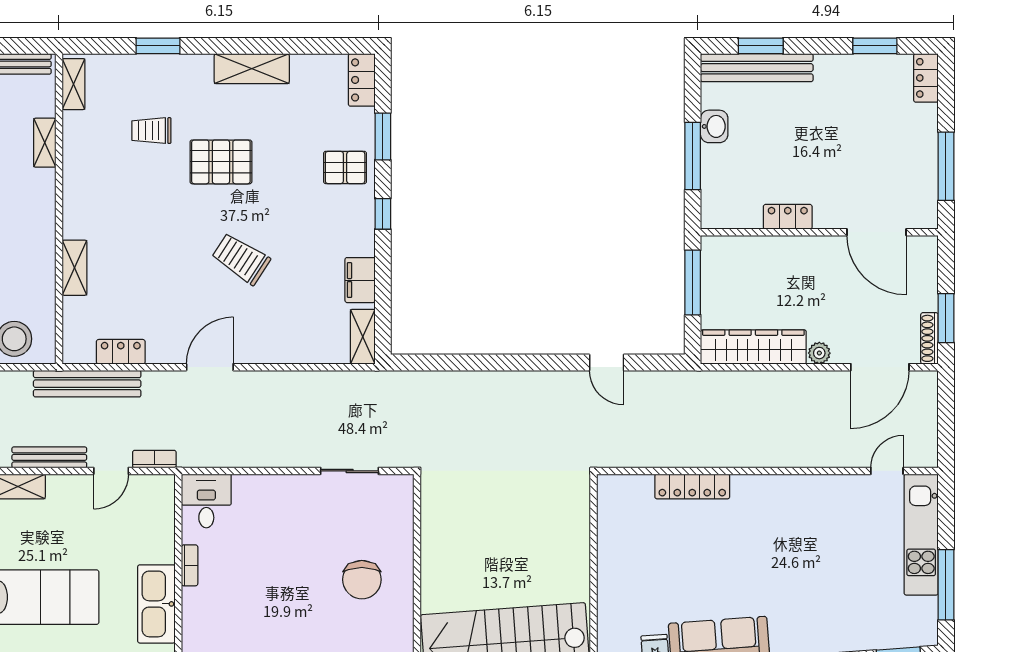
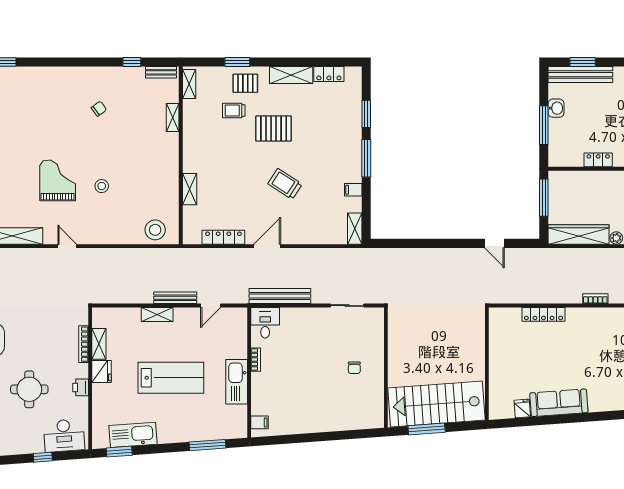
locker: (362, 80) -> (329, 74), moved, turned -90
pallet: (345, 167) -> (245, 83), moved
window: (383, 214) -> (366, 158), width x2.17
filing cabinet: (360, 280) -> (353, 190), width x0.50
locker: (121, 352) -> (223, 237), width x1.53
bench: (87, 384) -> (280, 296), moved
bookcase: (154, 459) -> (595, 299), moved
chair: (362, 580) -> (354, 368), width x0.54, depth x0.54

